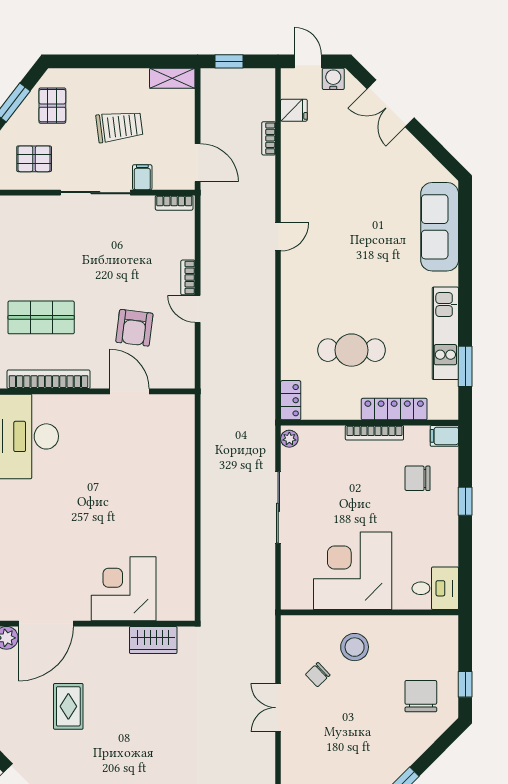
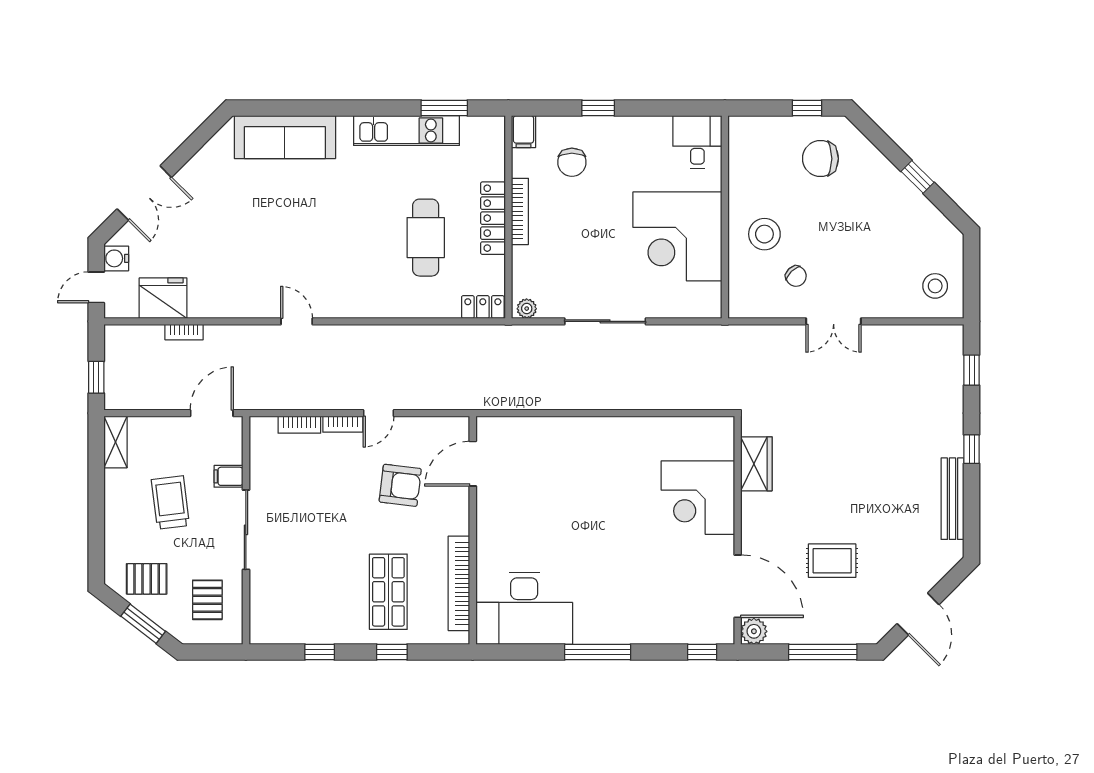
fridge: (294, 110) -> (163, 298), width x1.88, depth x1.34
bookcase: (174, 203) -> (299, 425), moved, turned 90
door: (129, 391) -> (473, 464), moved
locker: (394, 409) -> (493, 218), moved

